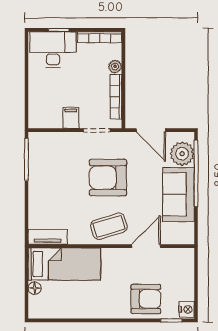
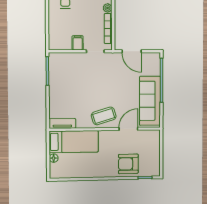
plant: (182, 154) -> (152, 67), removed
armchair: (108, 178) -> (103, 83), removed
sofa: (179, 194) -> (150, 101), width x1.36
armchair: (146, 299) -> (128, 164), turned 180
nightstand: (187, 309) -> (155, 170), removed

